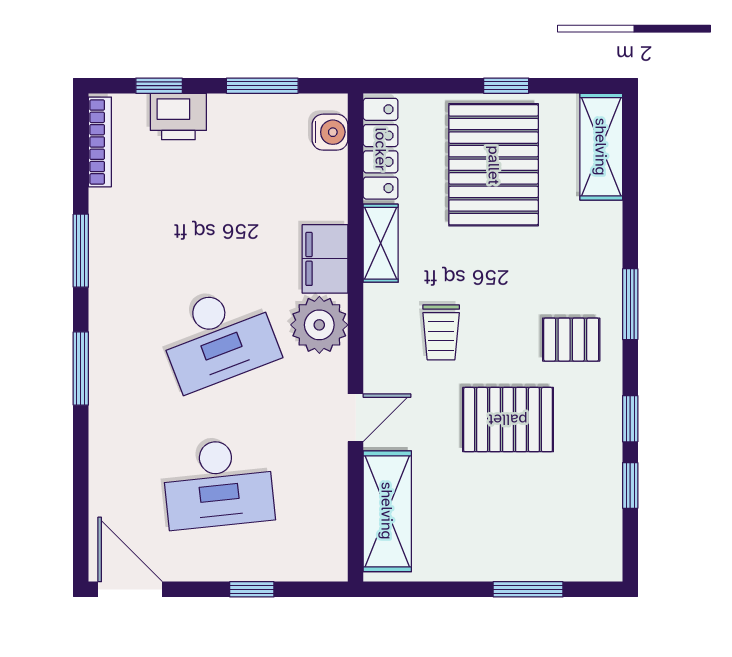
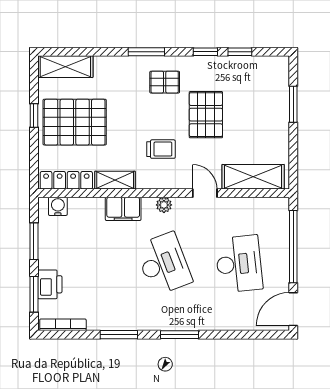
window: (159, 86) -> (34, 294), width x1.50
plant: (319, 325) -> (164, 205), width x0.53, depth x0.53
pallet: (571, 340) -> (165, 82), turned 90
window: (252, 589) -> (293, 247), width x3.17

